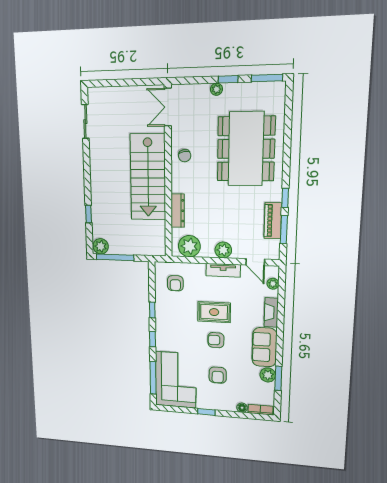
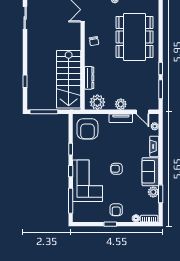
stairs: (148, 177) -> (69, 79), moved
piano: (273, 221) -> (153, 84), removed
plant: (101, 246) -> (33, 104), removed
armchair: (175, 283) -> (87, 129), width x1.88, depth x1.88
rug: (214, 312) -> (115, 148), removed
armchair: (218, 375) -> (116, 210), moved
corner sofa: (176, 380) -> (87, 181), moved

